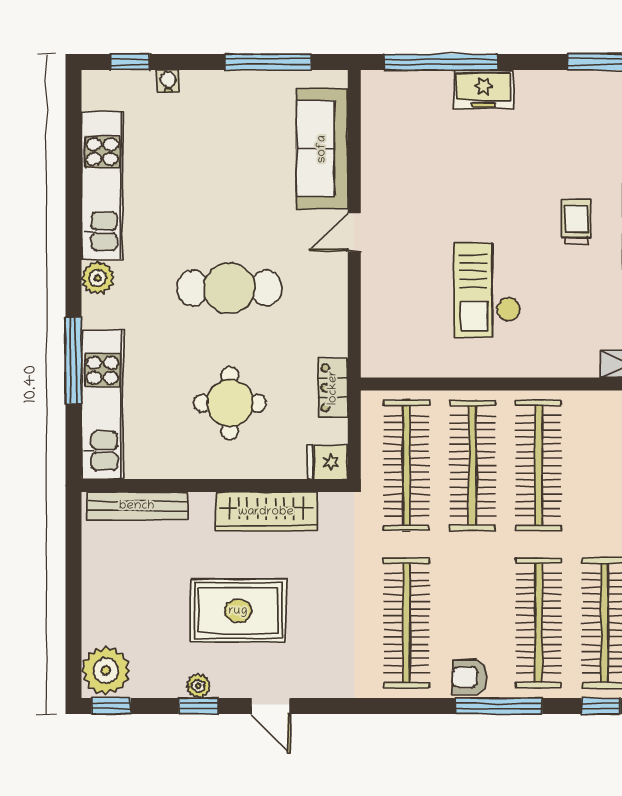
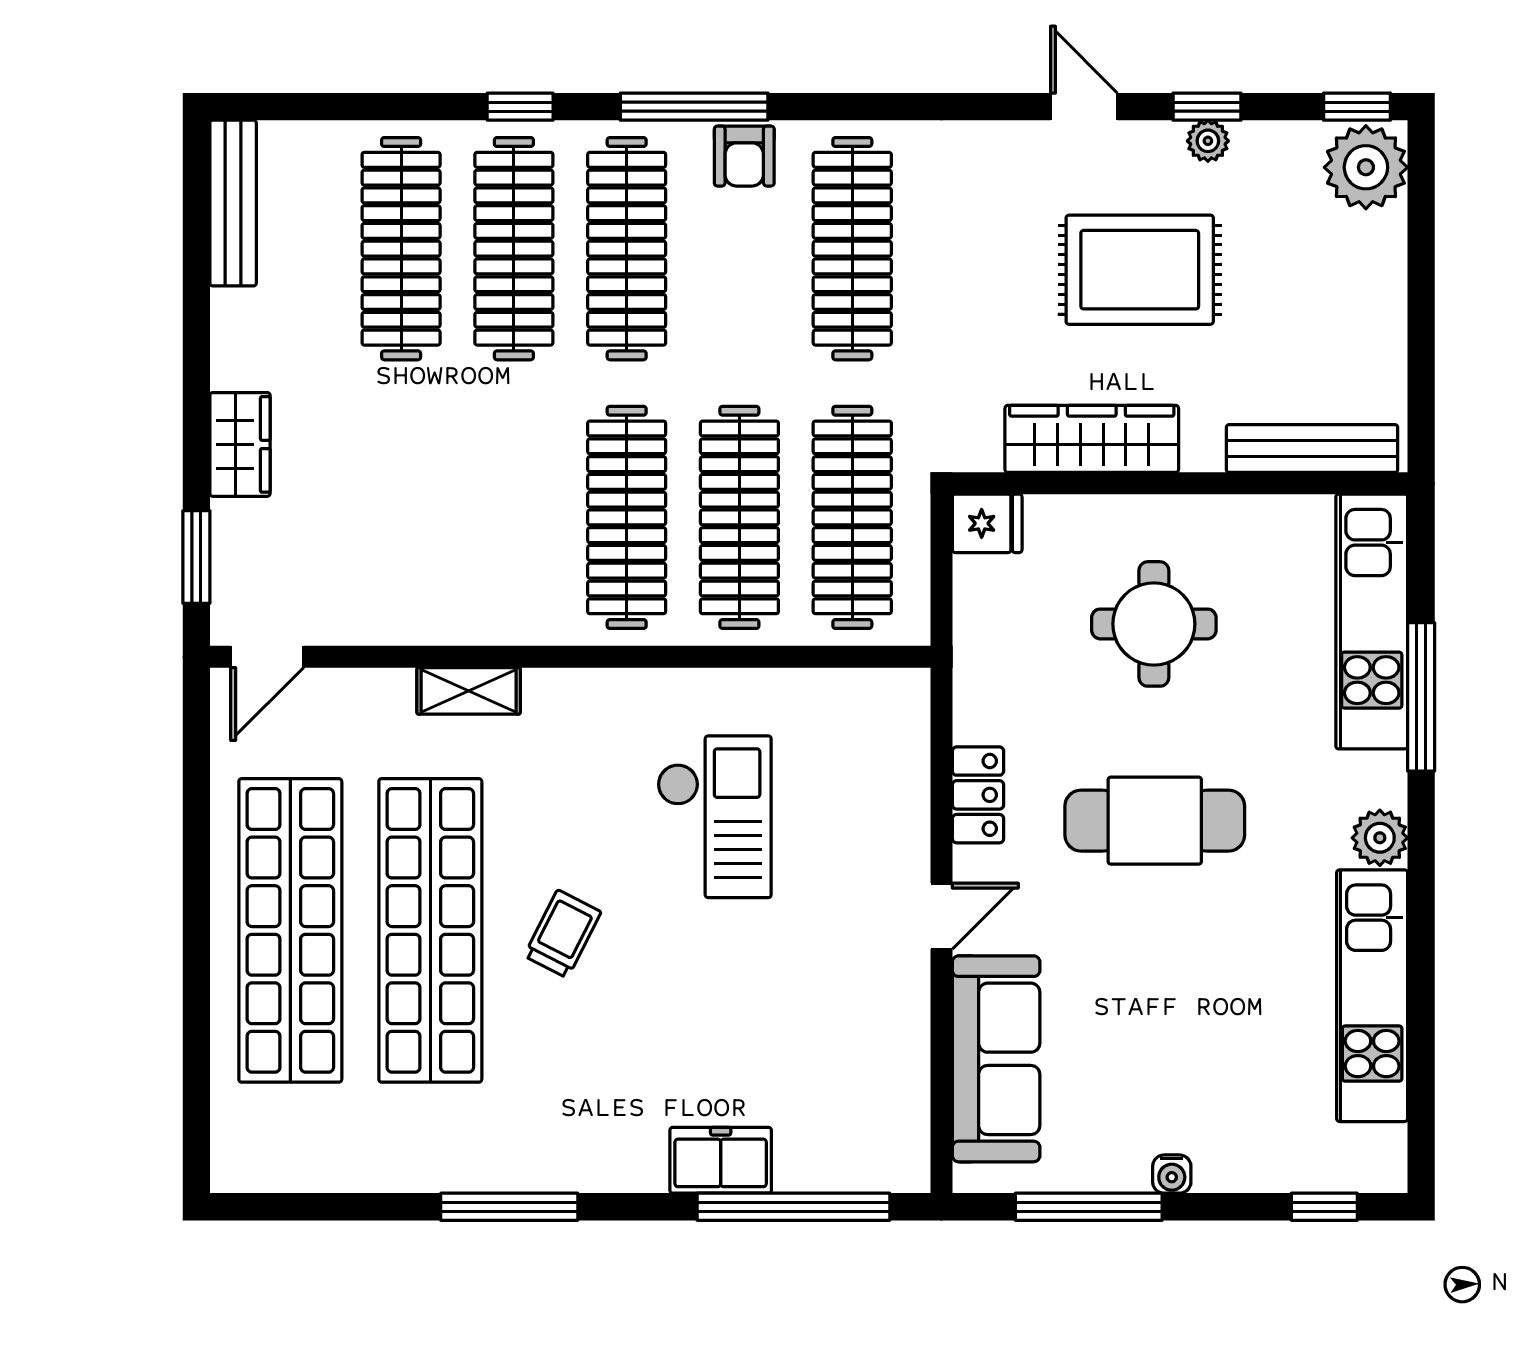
water cooler: (168, 81) -> (1172, 1174), moved
trolley: (576, 222) -> (563, 934), turned -153
locker: (333, 388) -> (978, 795), moved
armchair: (470, 677) -> (744, 156), turned 90

